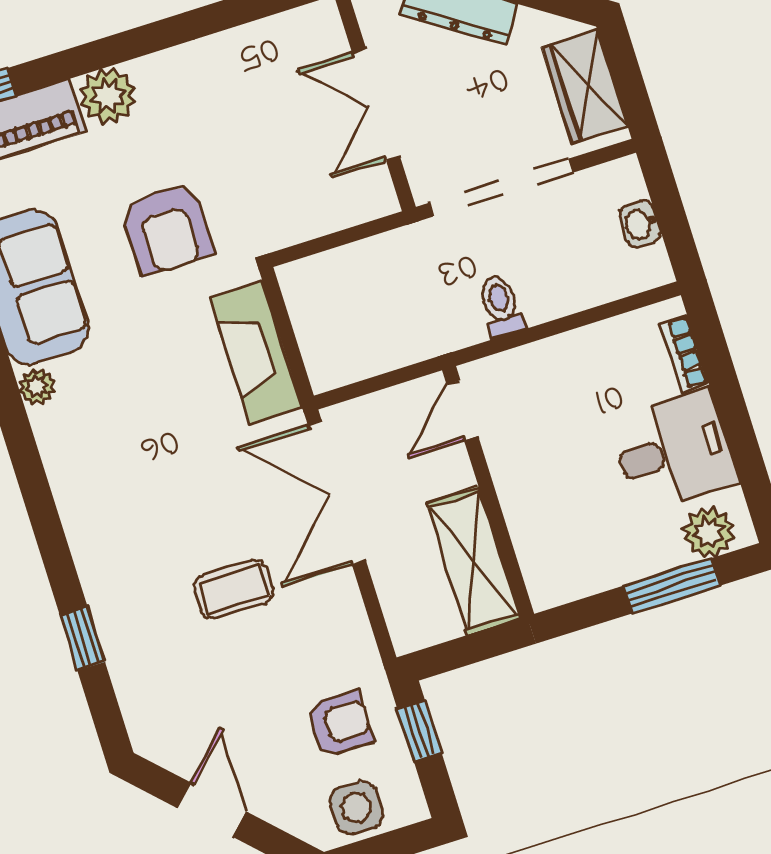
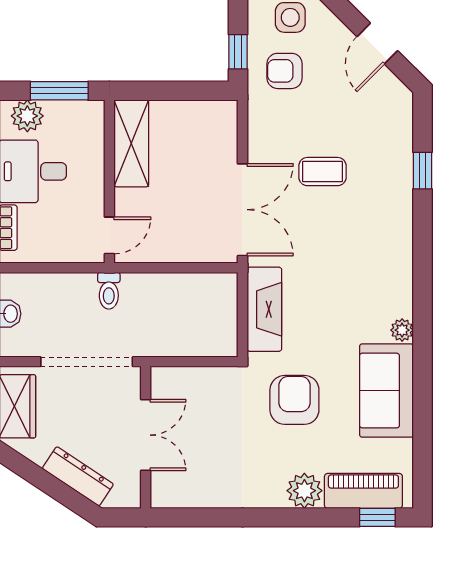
door: (462, 410) -> (109, 235), moved
wall: (488, 492) -> (109, 182), moved
shelving: (473, 561) -> (131, 143), moved

